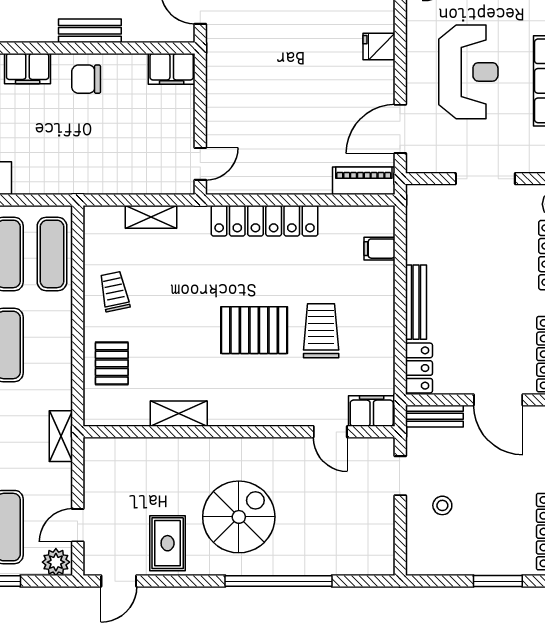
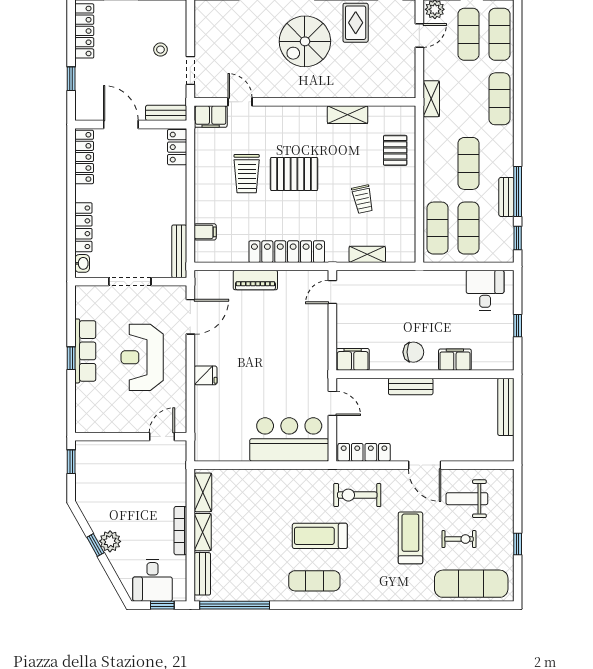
piano: (364, 181) -> (255, 280), moved
trolley: (114, 292) -> (363, 199), moved
bench: (416, 302) -> (179, 251), moved

